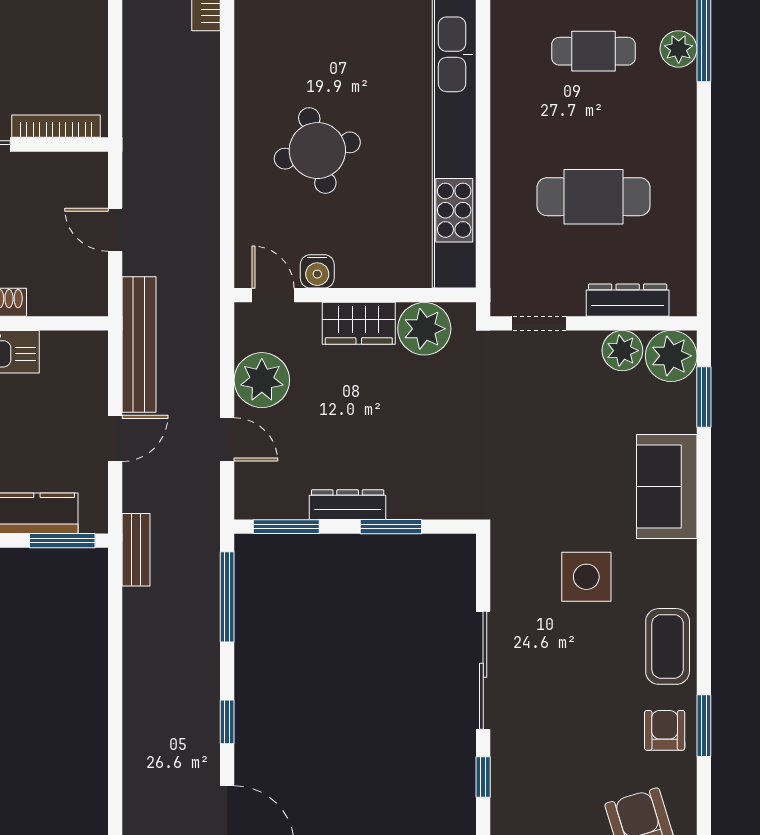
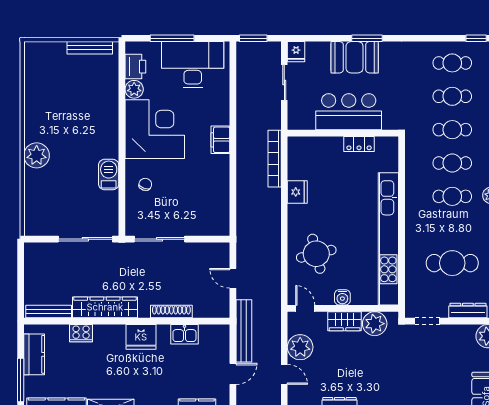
fridge: (256, 42) -> (297, 192), added
bookcase: (56, 126) -> (206, 231), removed
round table: (317, 151) -> (316, 254), moved
water cooler: (317, 271) -> (342, 297), moved
plant: (622, 351) -> (466, 334), removed

